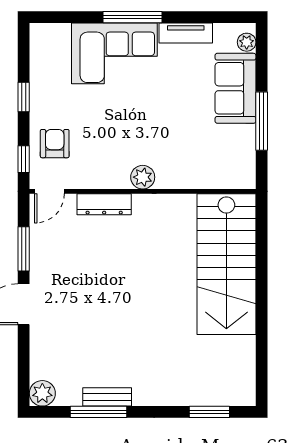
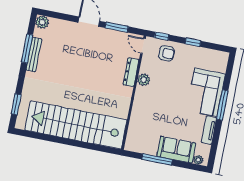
plant: (143, 177) -> (144, 80), moved
stairs: (226, 264) -> (76, 125), width x1.36
bench: (107, 397) -> (34, 54), width x1.36

